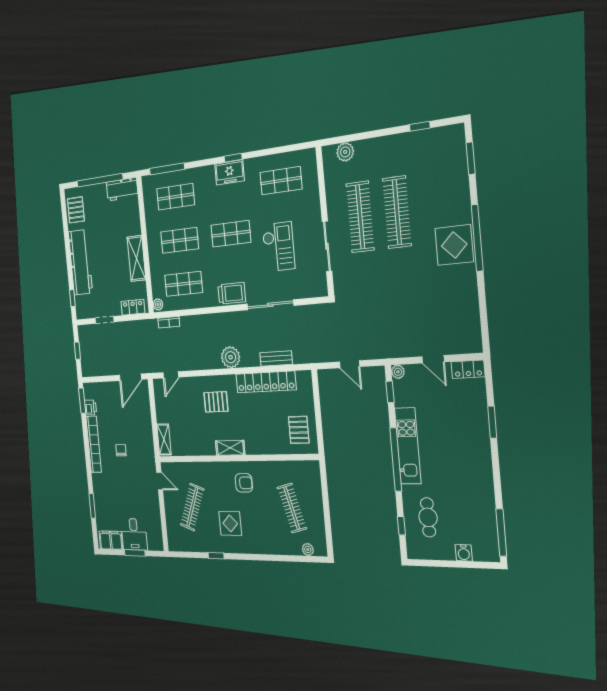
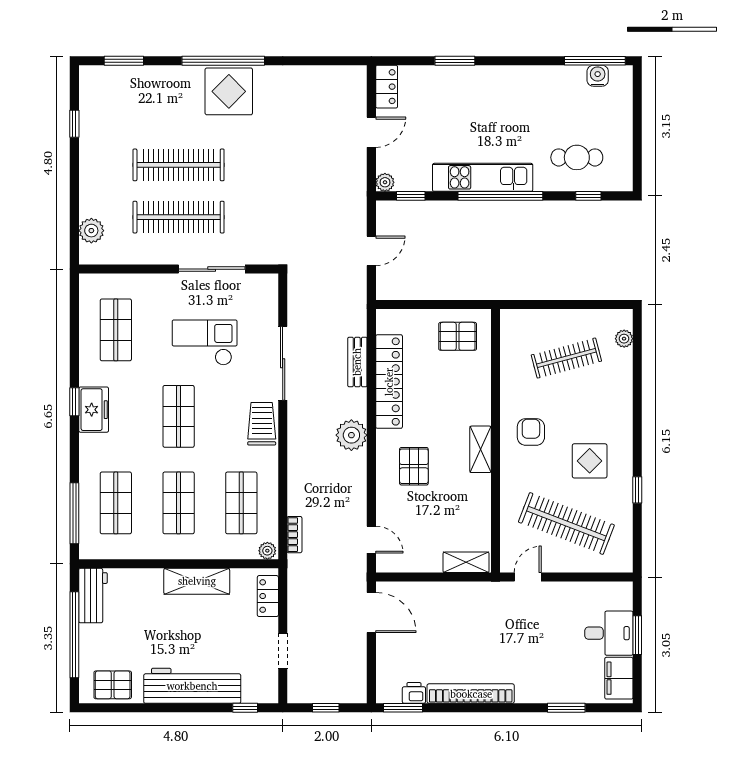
chair: (121, 450) -> (481, 643), removed
clothes rail: (192, 507) -> (566, 524), width x1.37, depth x1.31
water cooler: (464, 553) -> (598, 76), moved, turned -90

